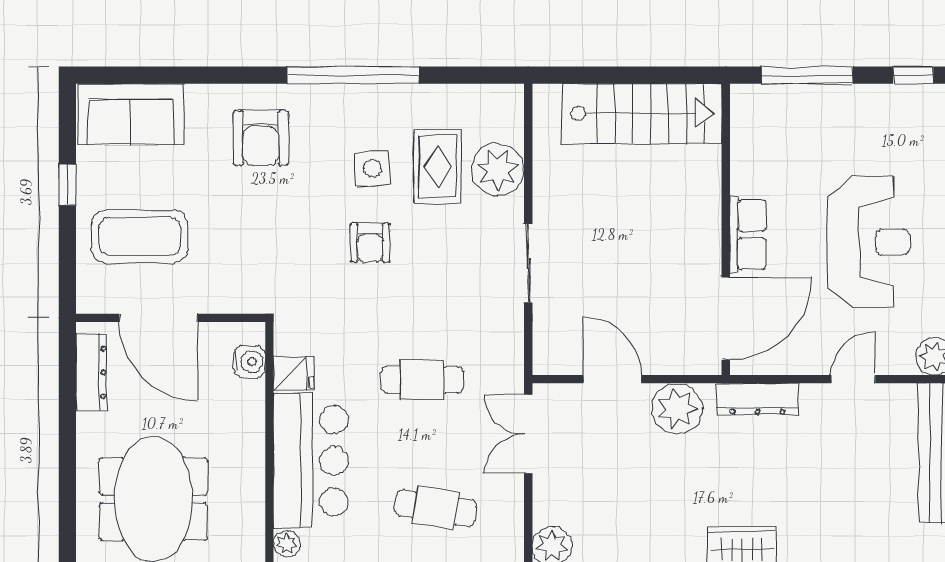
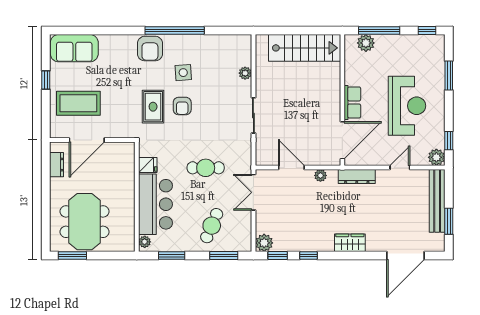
plant: (778, 103) -> (366, 43), added
armchair: (261, 138) -> (150, 49), moved
rug: (438, 167) -> (153, 107), moved
plant: (498, 170) -> (245, 73), width x0.53, depth x0.53
door: (159, 318) -> (87, 140), hinge flipped
water cooler: (249, 362) -> (128, 160), removed
dresser: (91, 372) -> (57, 165), width x0.70
plant: (677, 409) -> (320, 175), width x0.53, depth x0.53
cafe table: (436, 508) -> (212, 226), turned -76

